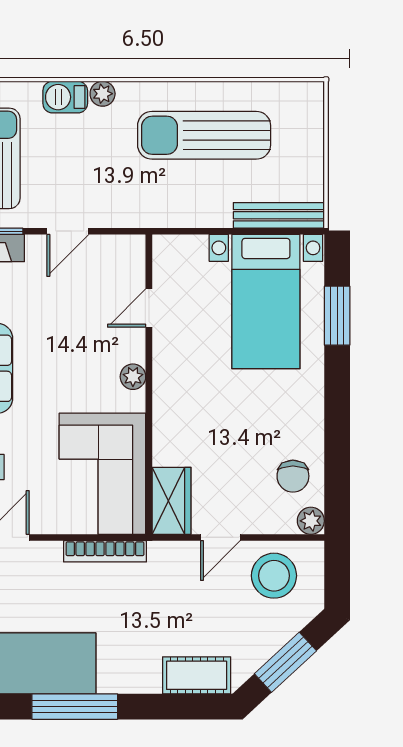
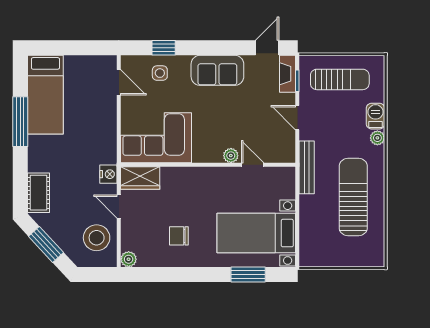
bench: (279, 215) -> (307, 167), moved
plant: (133, 377) -> (231, 156), moved
chair: (293, 476) -> (179, 236), moved
bookcase: (105, 551) -> (111, 139), removed
nightstand: (165, 555) -> (108, 174), added

